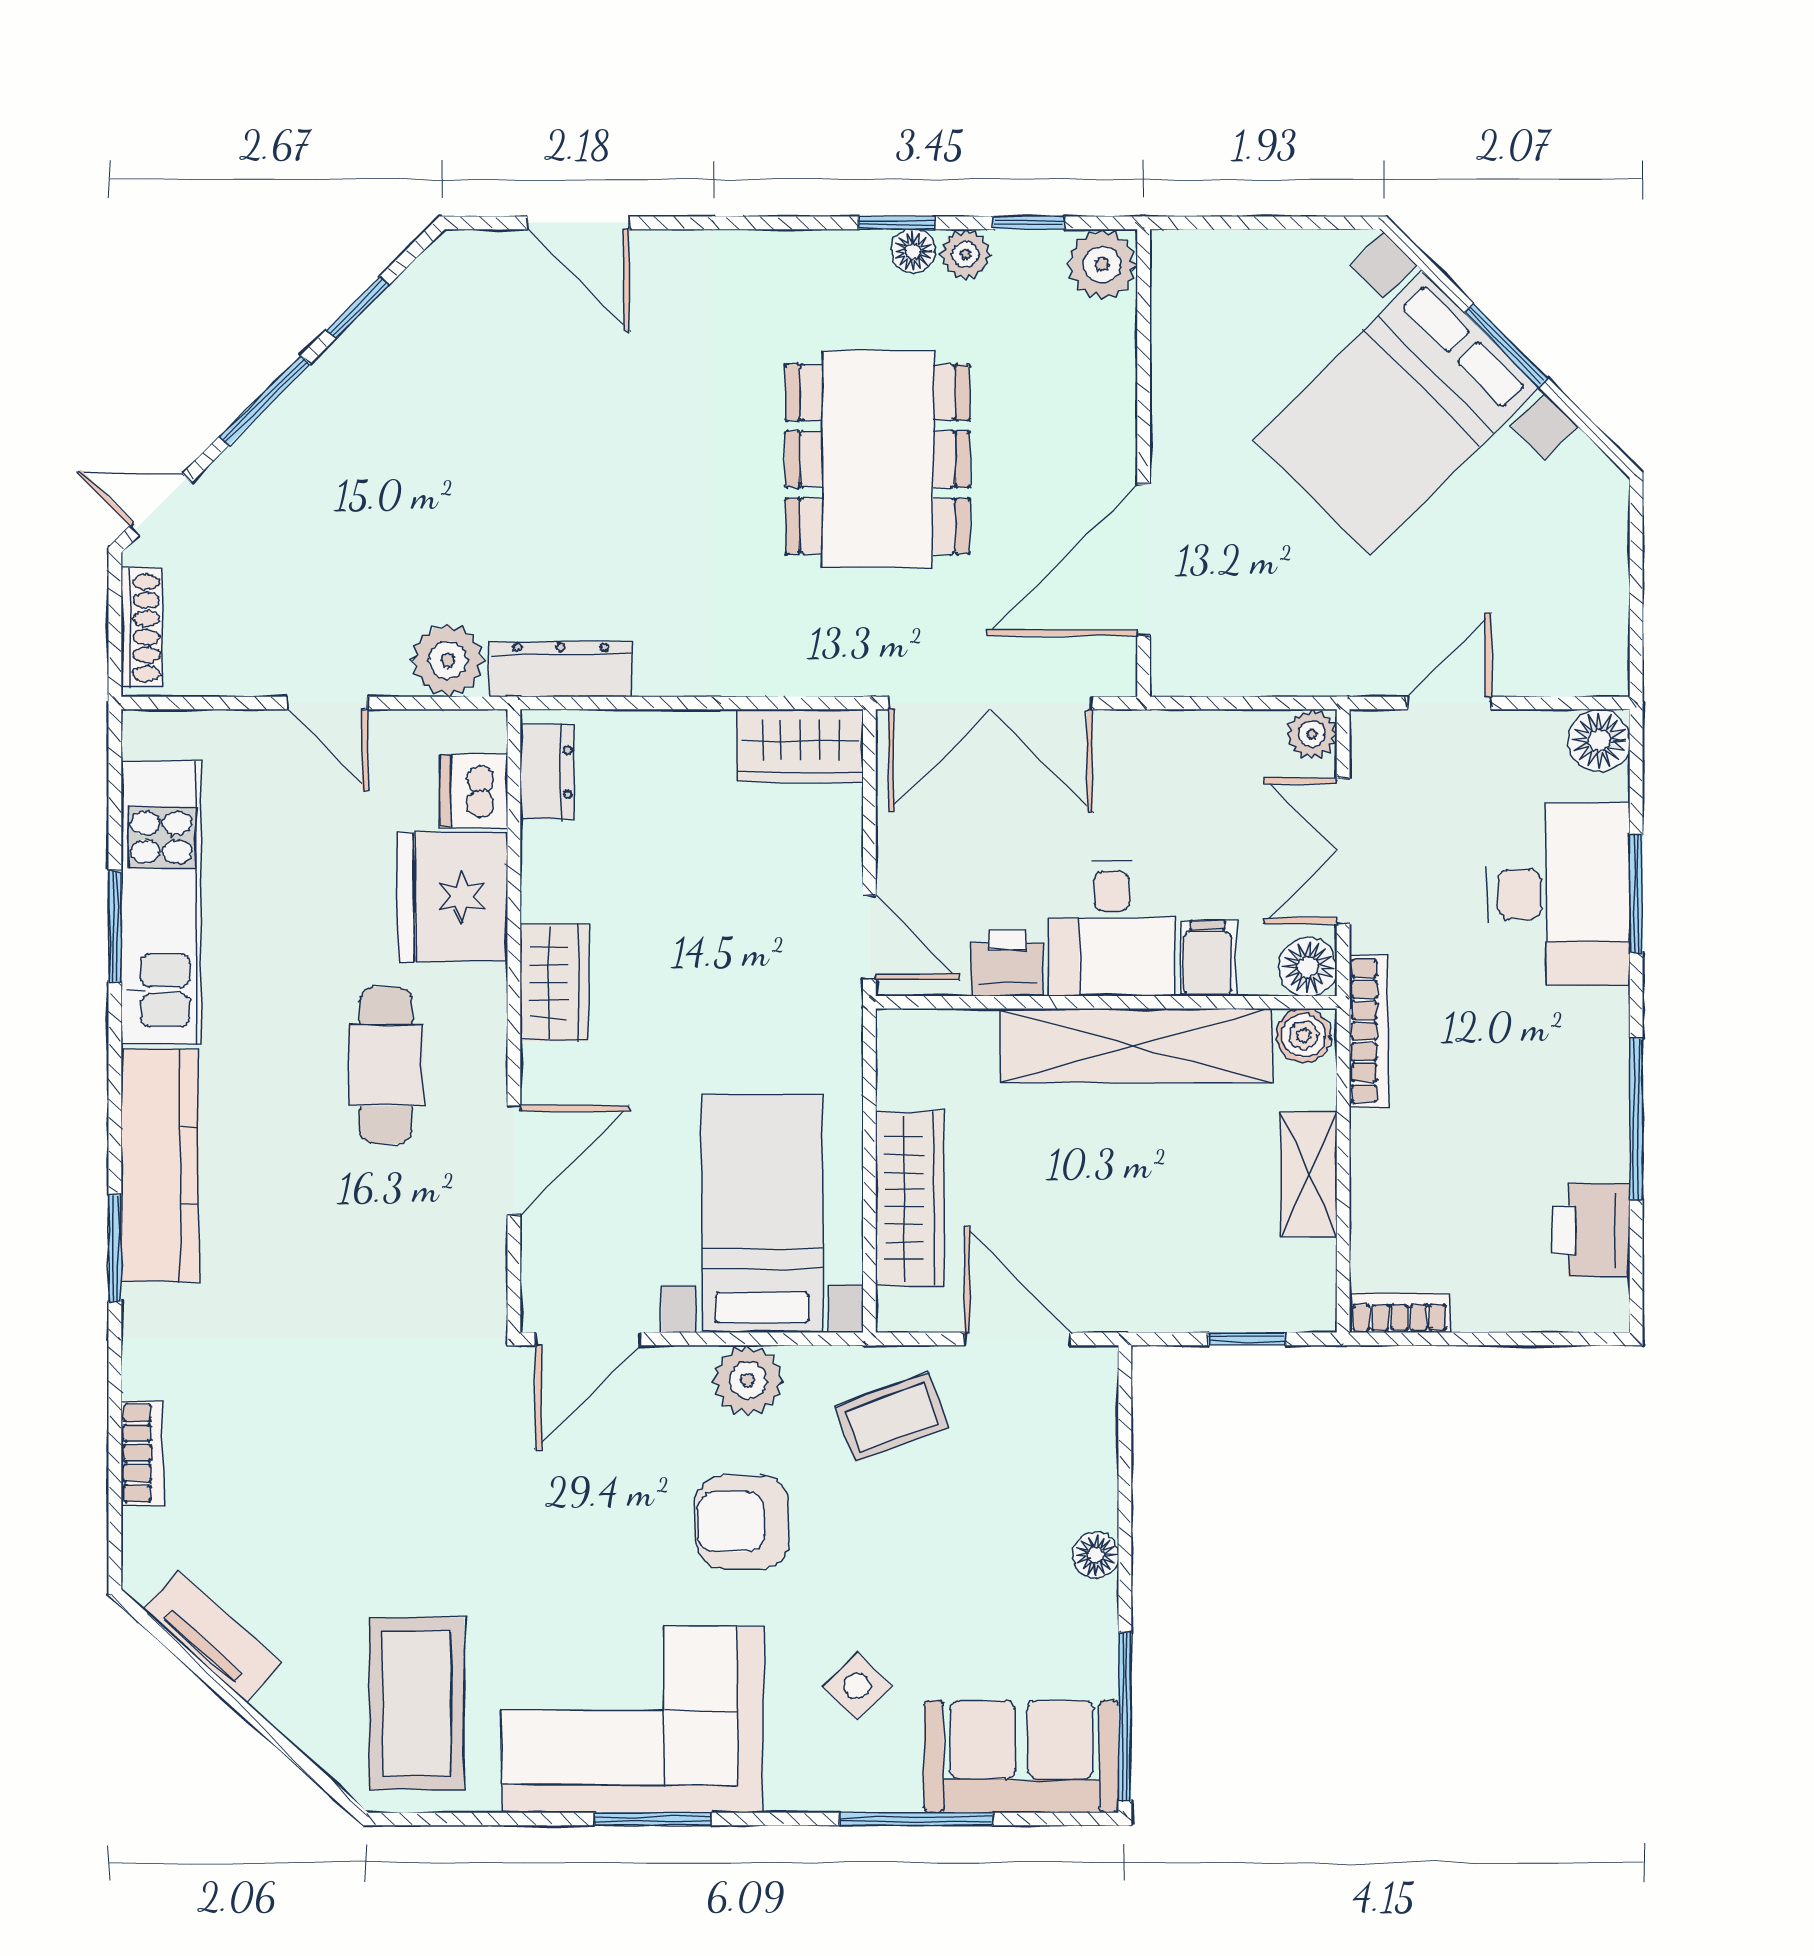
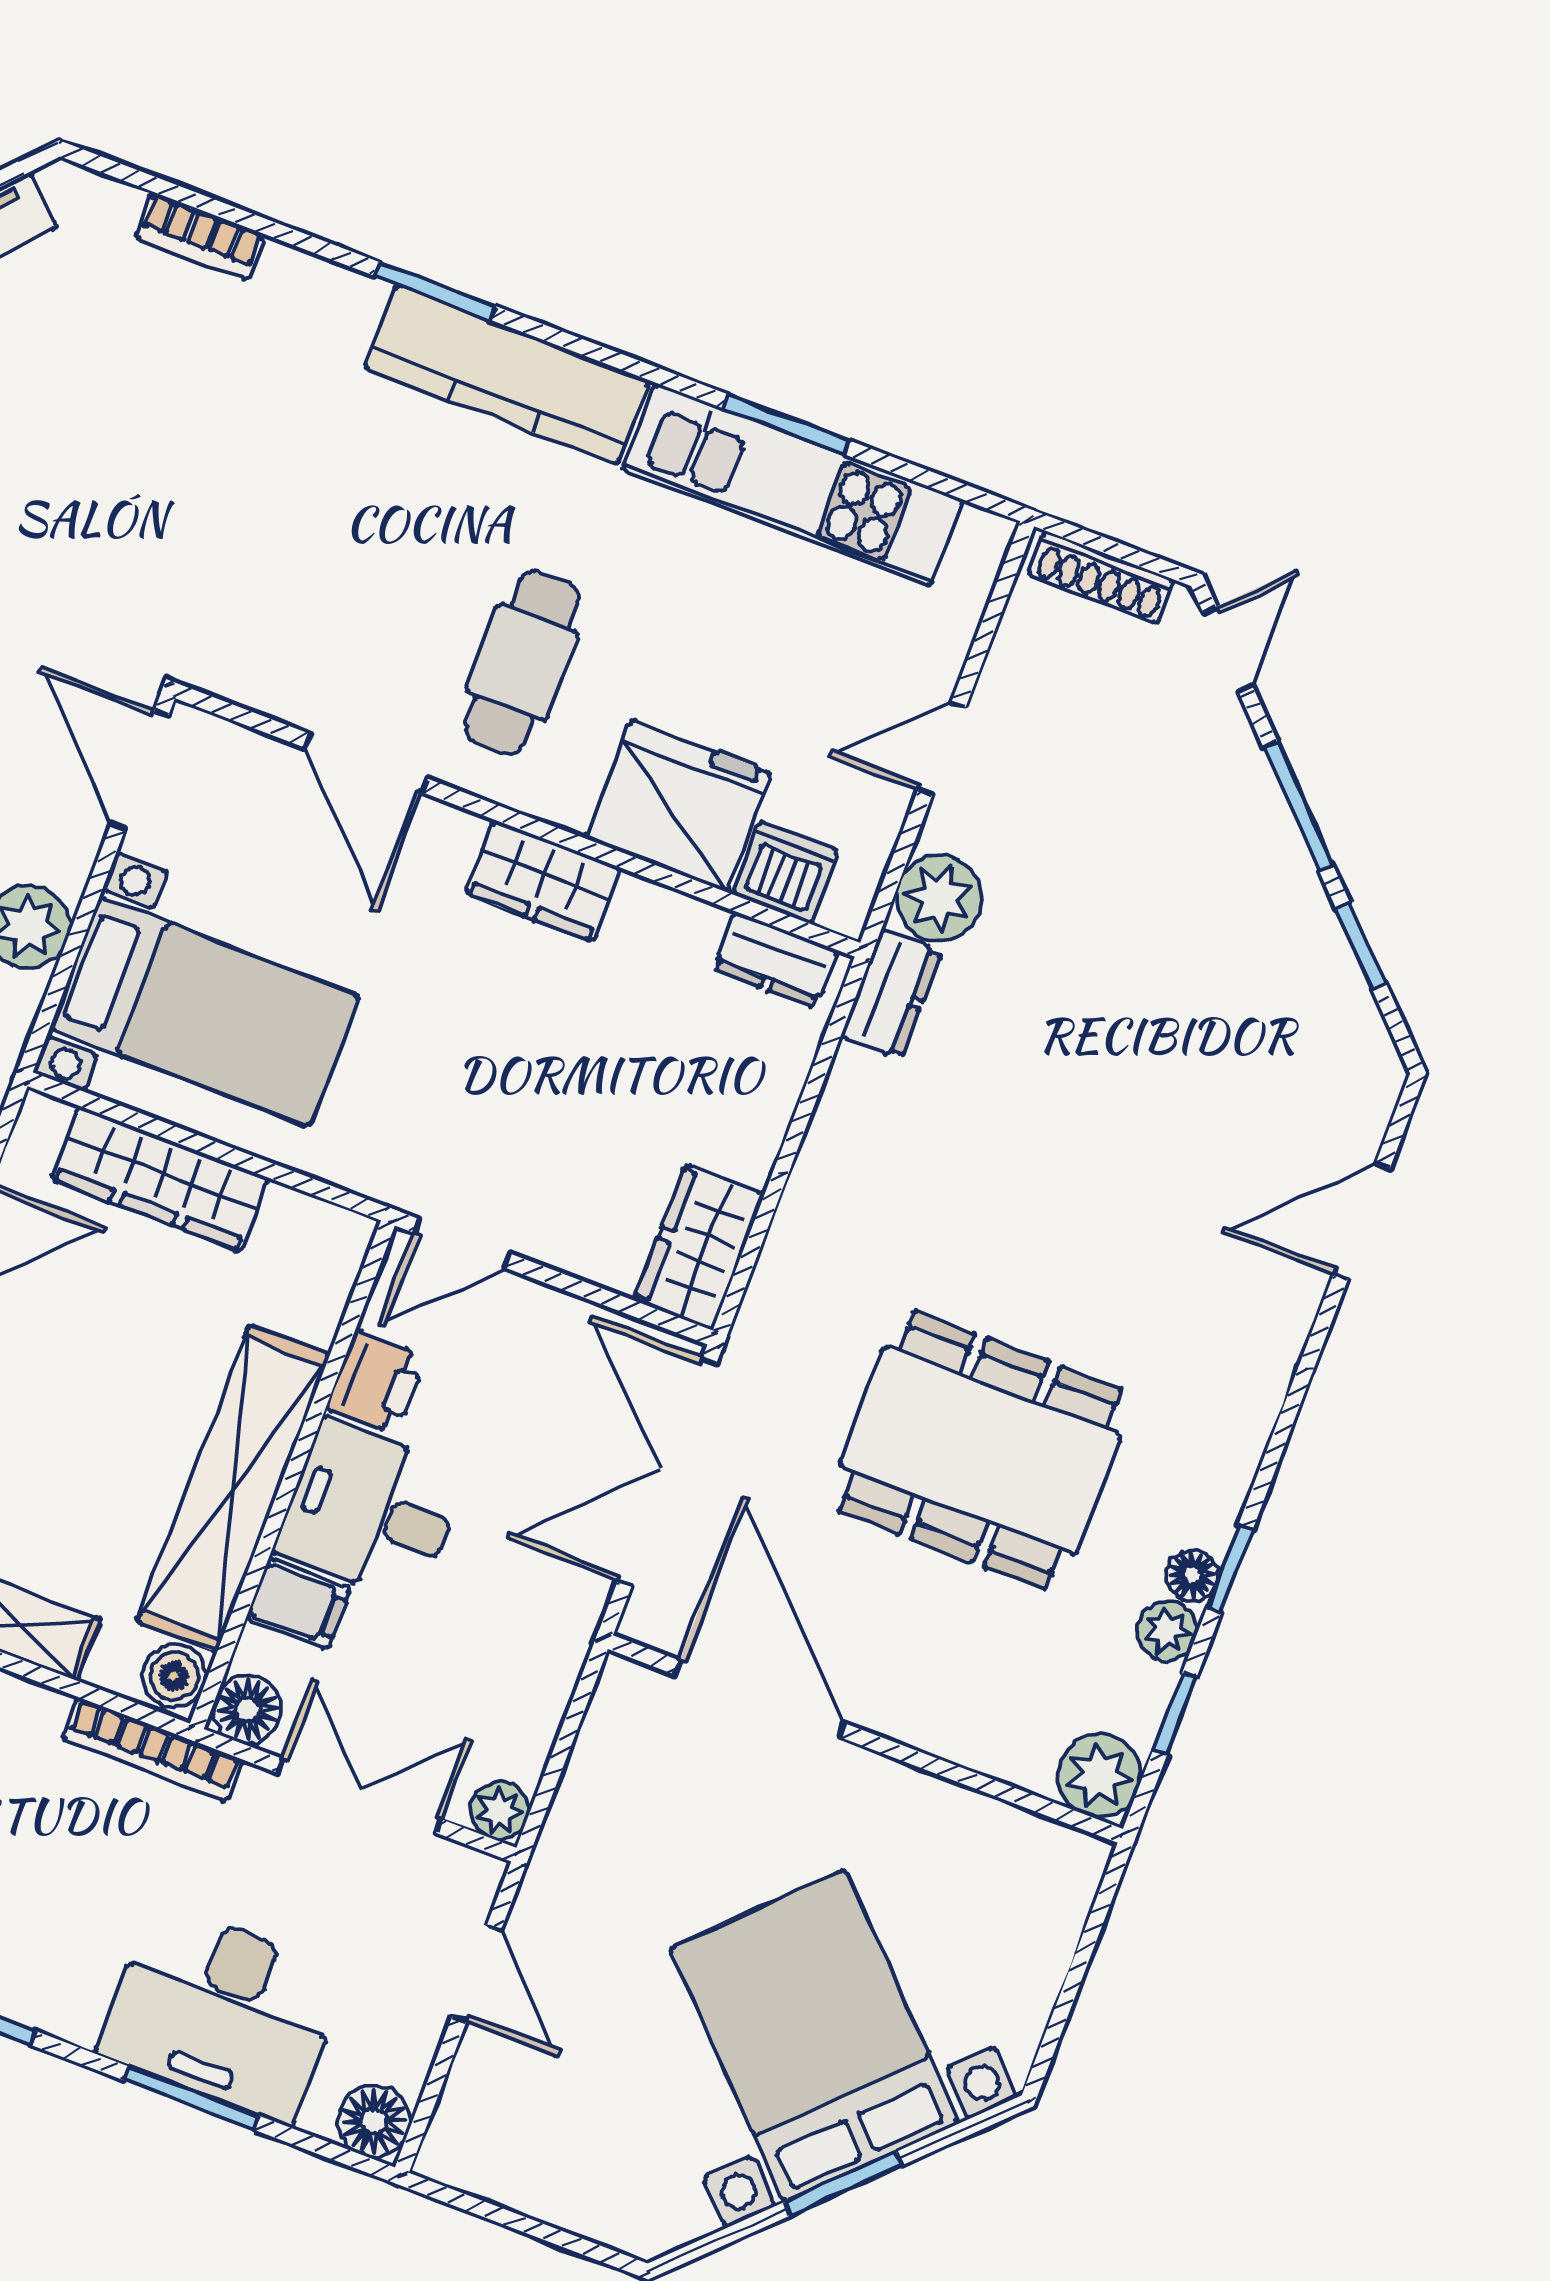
dresser: (561, 669) -> (891, 994), width x0.70
cafe table: (386, 1066) -> (522, 662), turned 90

